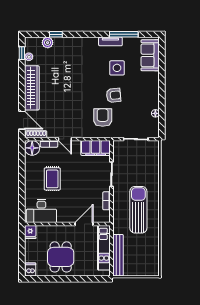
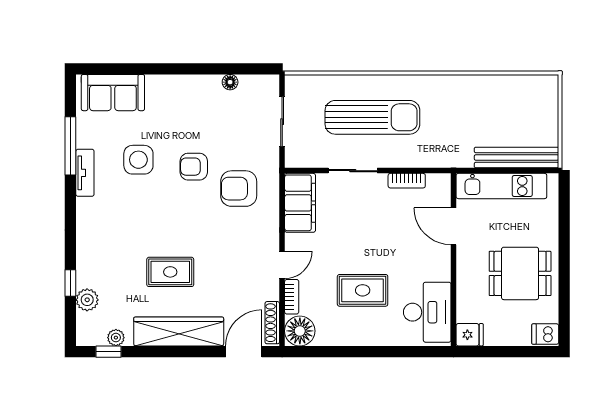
rug: (61, 84) -> (170, 272), added
armchair: (114, 95) -> (194, 167), turned -84
sun lounger: (138, 210) -> (372, 117), moved, turned 180

